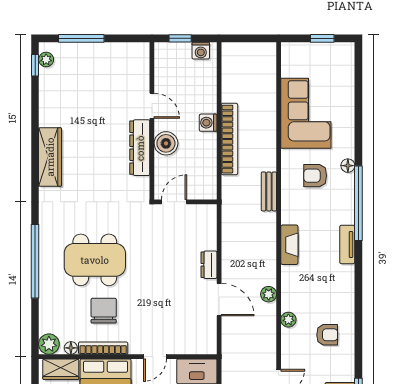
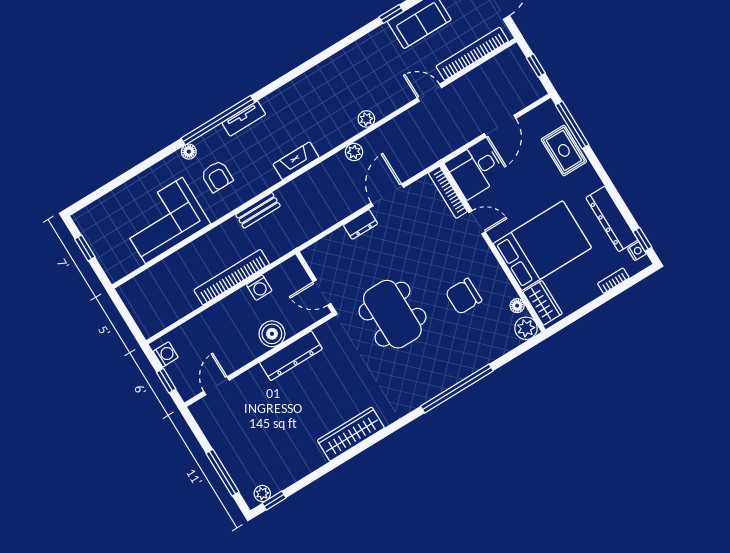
door: (152, 106) -> (216, 386), moved
washing machine: (208, 123) -> (259, 288), moved
tv unit: (347, 244) -> (244, 119), moved
dining table: (95, 260) -> (392, 314), moved
armchair: (327, 335) -> (358, 74), removed
bookcase: (103, 348) -> (448, 192), moved

